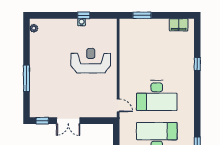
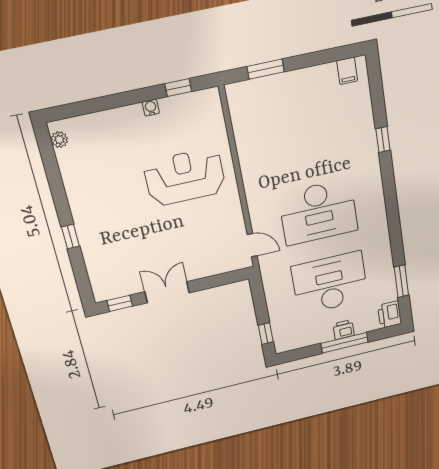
window: (84, 15) -> (178, 88), moved
filing cabinet: (179, 25) -> (347, 71), width x0.50
window: (26, 78) -> (70, 237), width x0.46
double door: (68, 121) -> (167, 292), swing flipped

